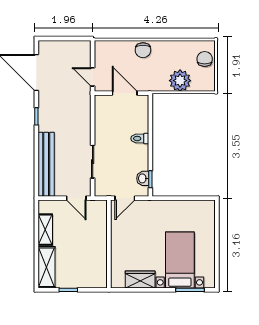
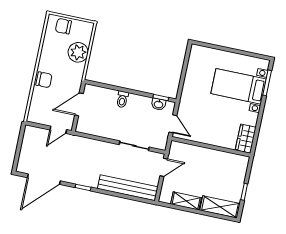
wardrobe: (140, 279) -> (246, 139), moved

